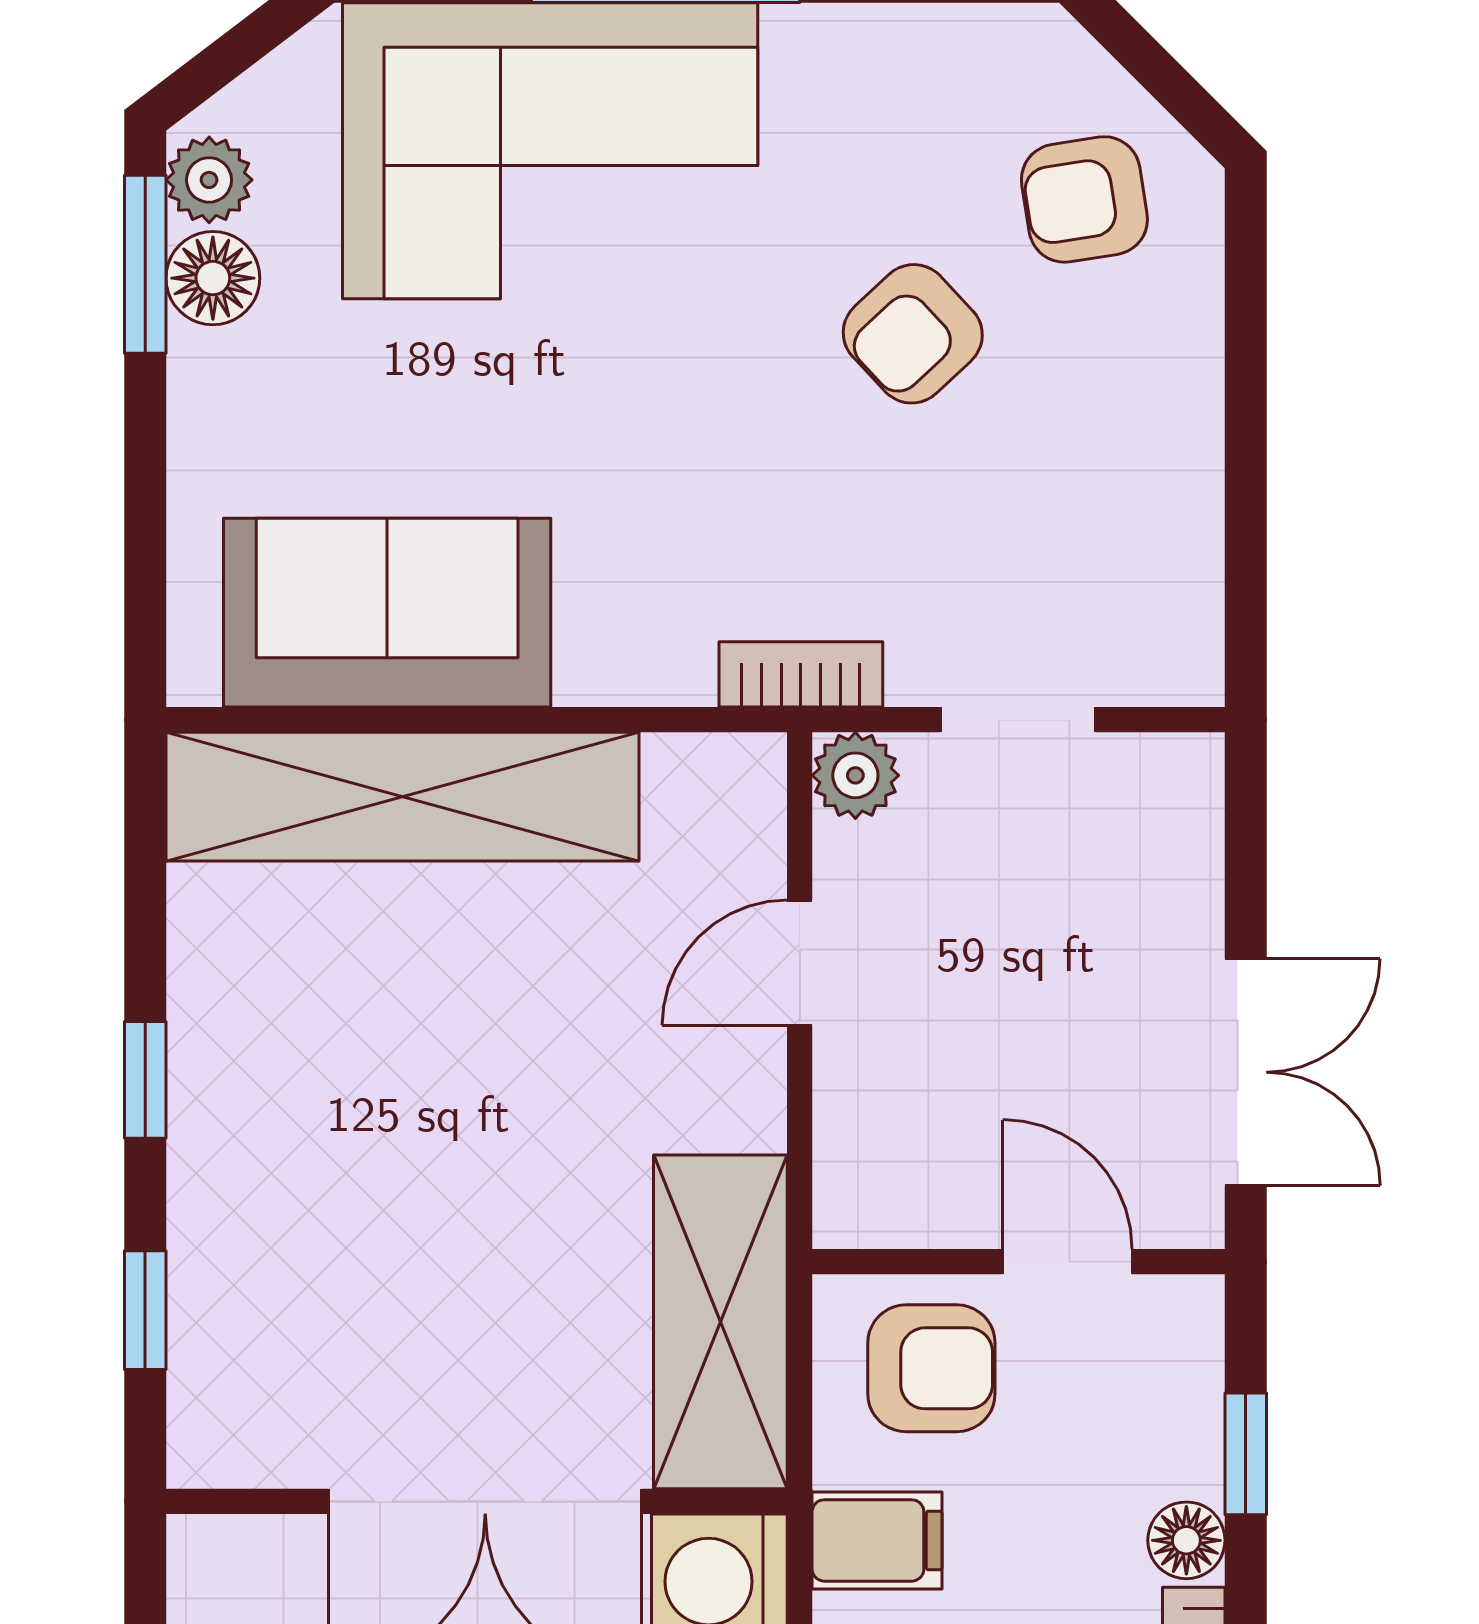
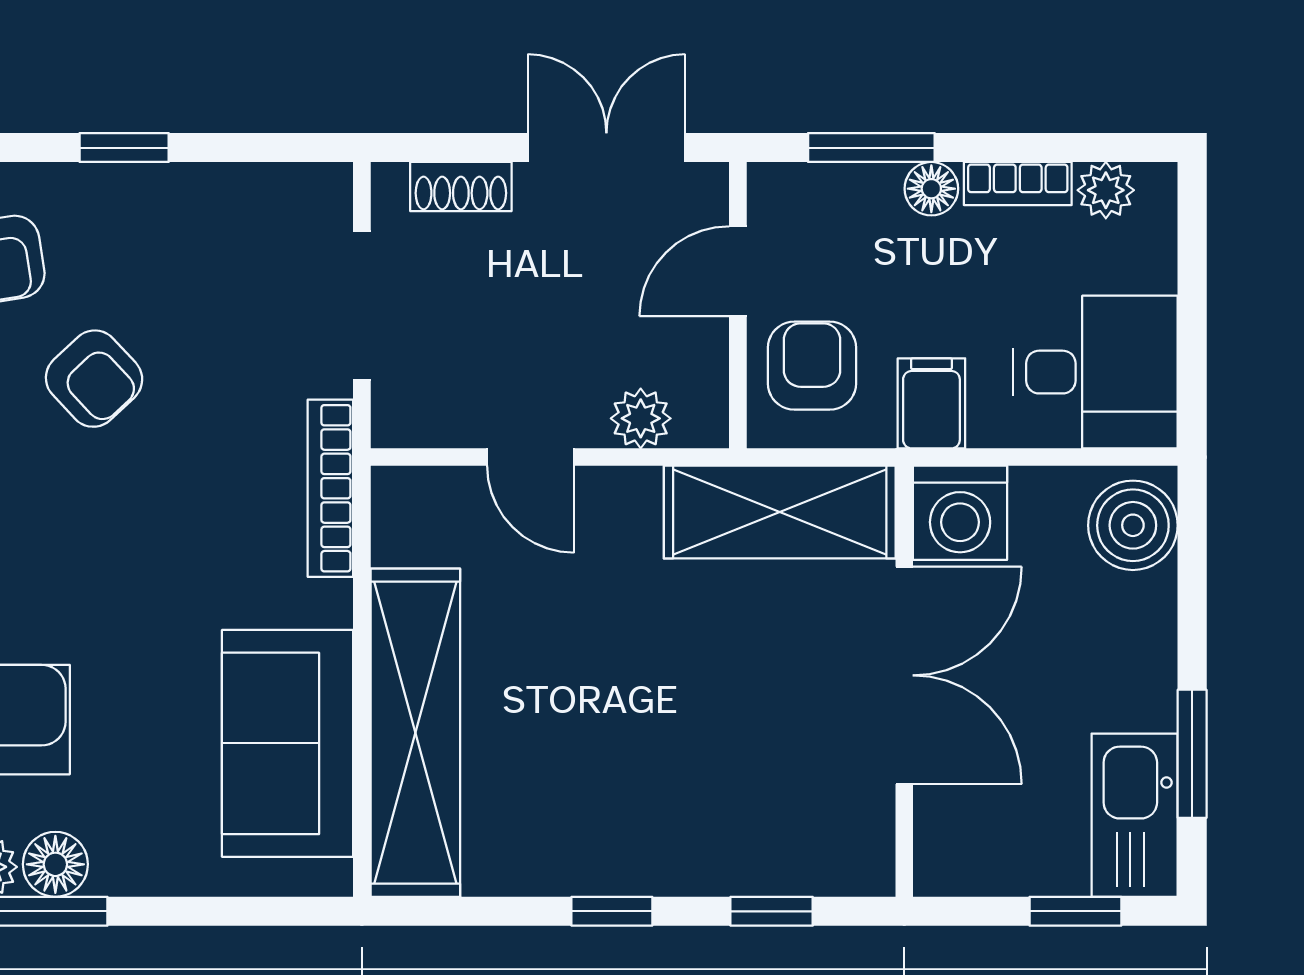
window: (1246, 377) -> (124, 148), added
bookcase: (801, 674) -> (330, 488), width x1.56
doorway: (1018, 720) -> (362, 306), width x1.38
plant: (855, 775) -> (641, 418), moved
shoe rack: (1189, 862) -> (461, 187), added
window: (1246, 1454) -> (871, 148), width x1.50

